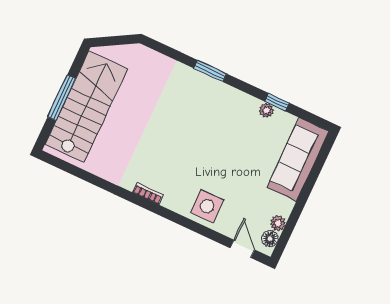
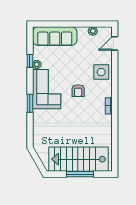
corner sofa: (220, 108) -> (47, 89), added
armchair: (195, 156) -> (78, 91), added
floor lamp: (270, 239) -> (103, 31), removed

